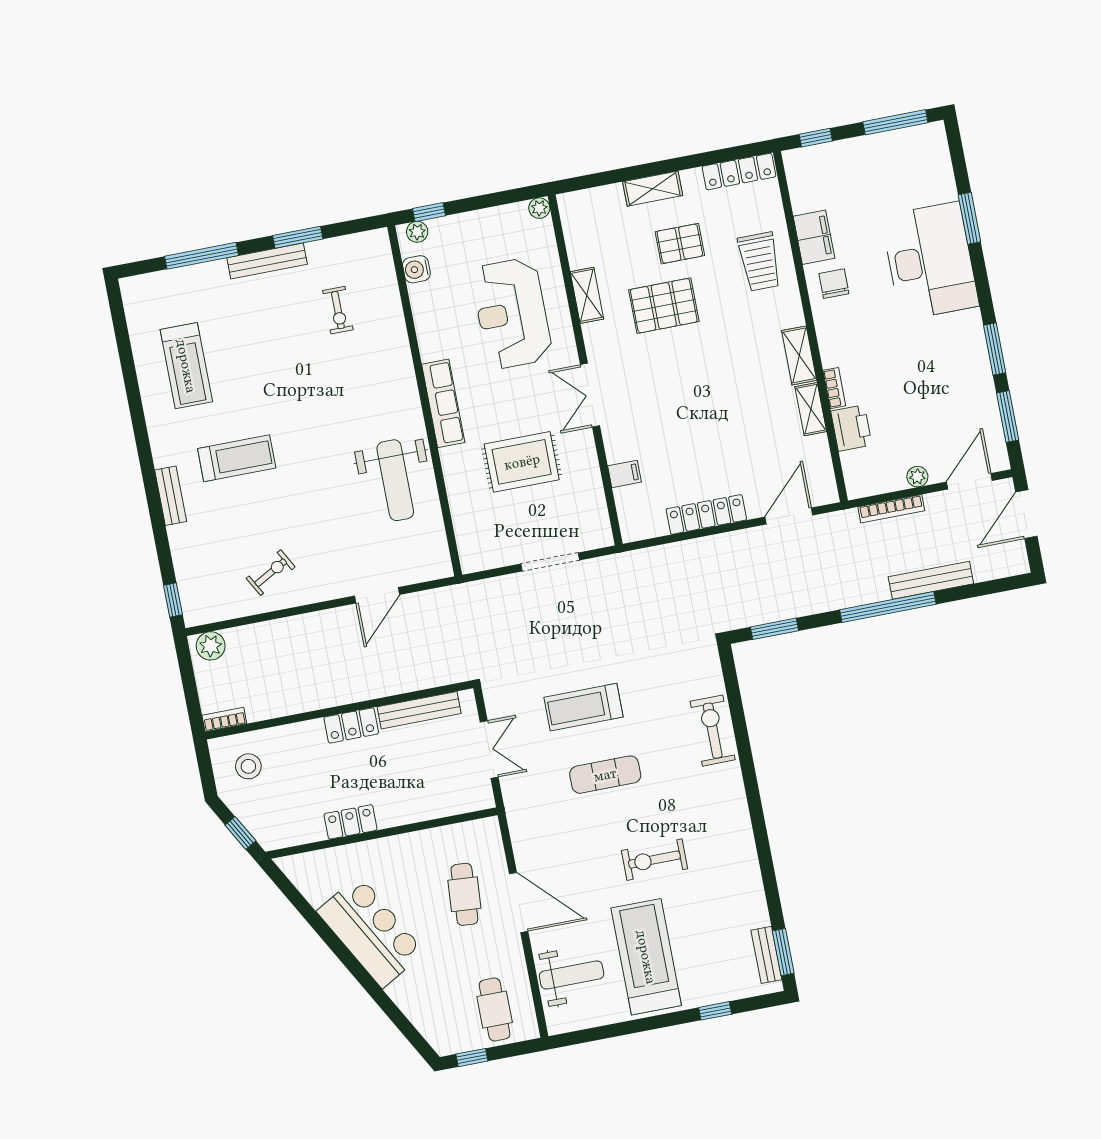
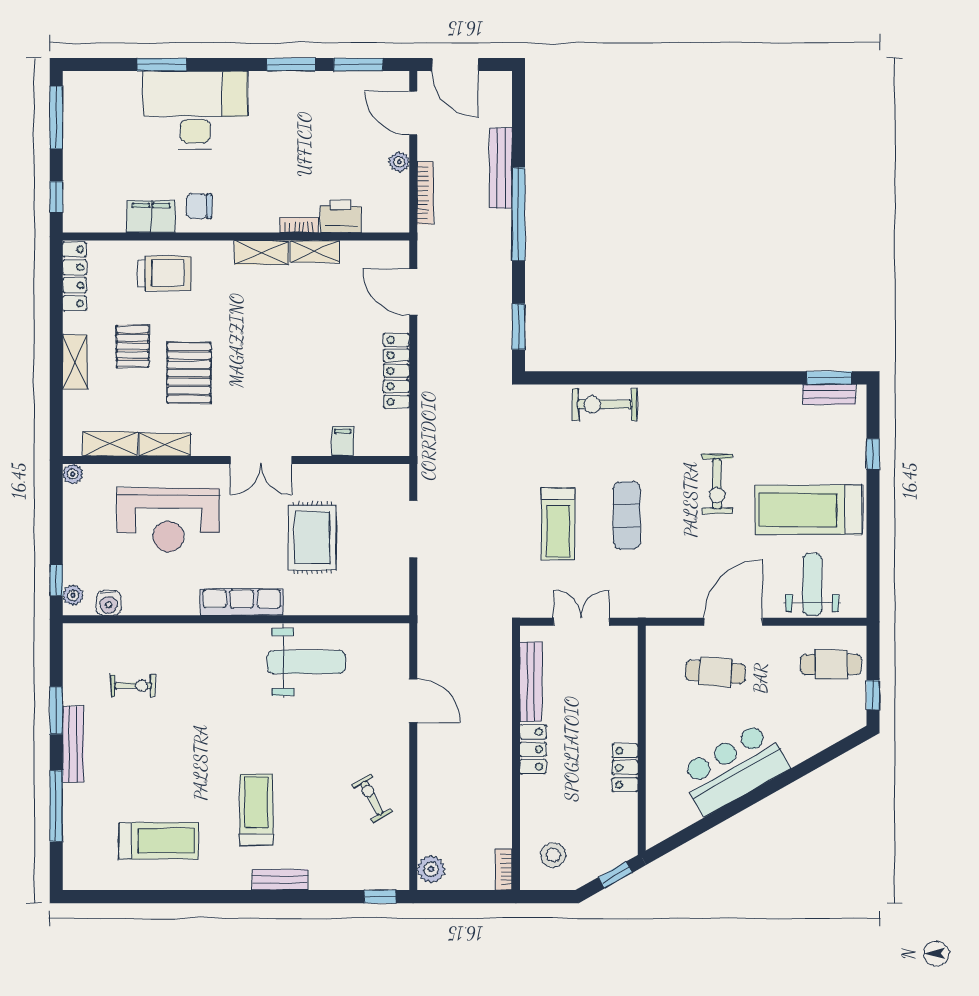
shelving: (577, 240) -> (110, 444), added

